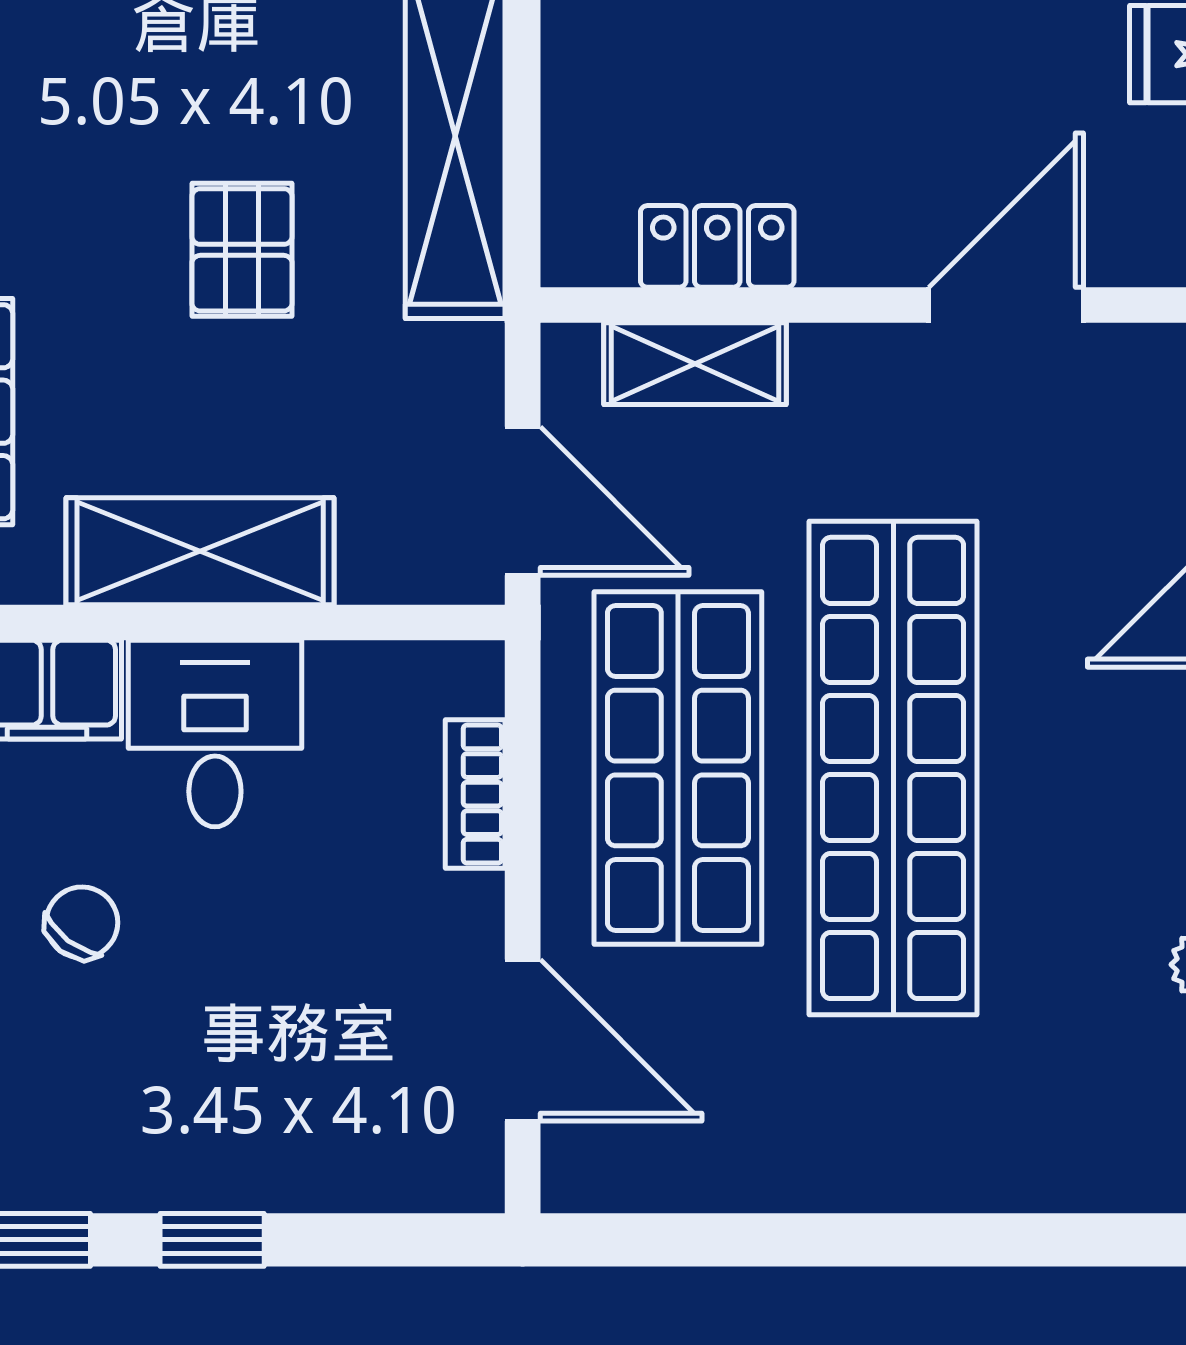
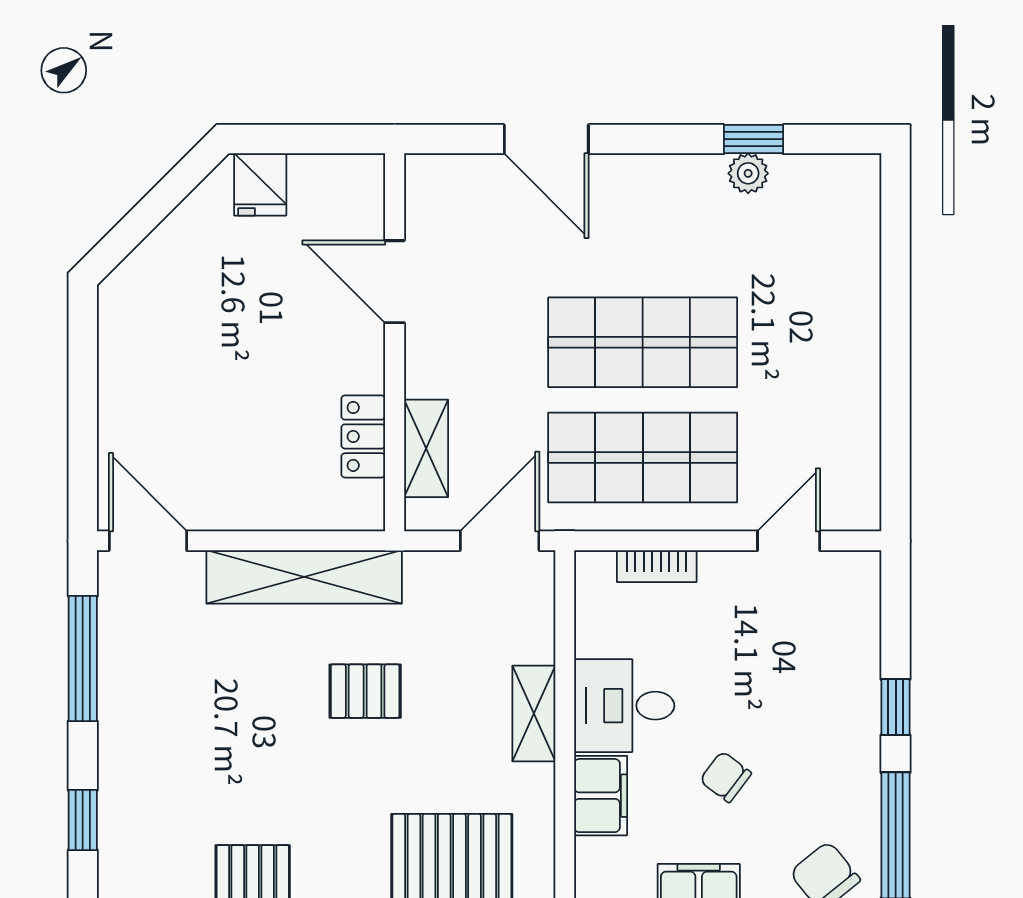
shelving: (200, 551) -> (534, 714), width x0.67, depth x0.75
shop shelf: (893, 768) -> (643, 342), width x0.71
door: (523, 1040) -> (789, 541), width x0.73

